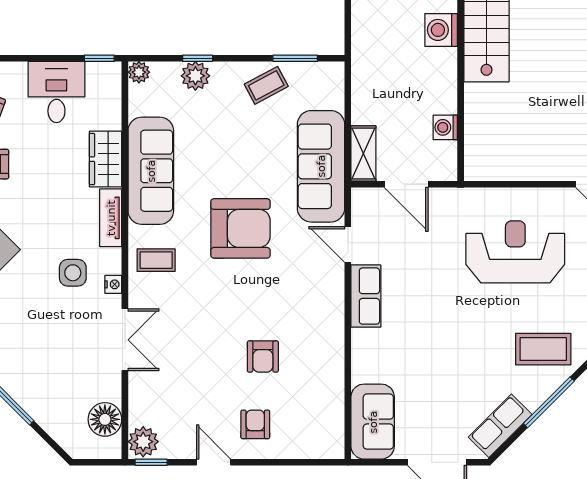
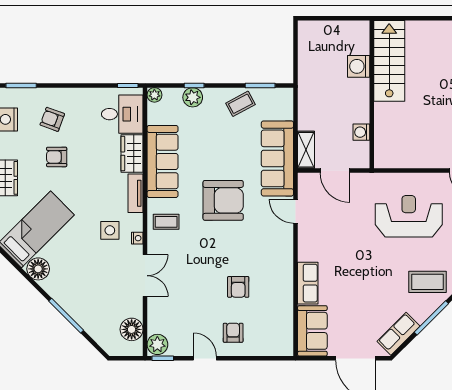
desk: (56, 92) -> (122, 114), moved, turned 90
row of seats: (366, 296) -> (308, 283), moved

